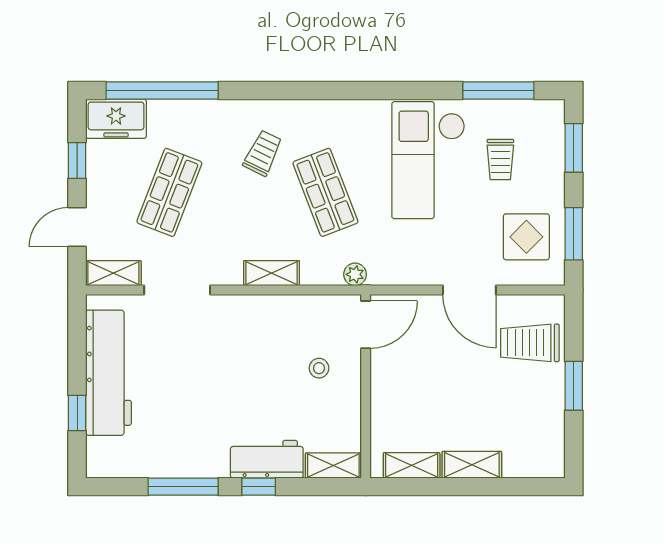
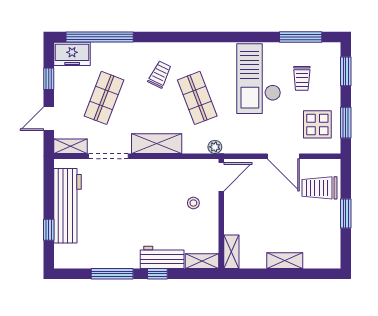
shelving: (272, 273) -> (157, 144), width x1.50, depth x1.33
shelving: (412, 465) -> (231, 252), moved, turned 90

